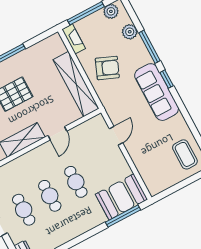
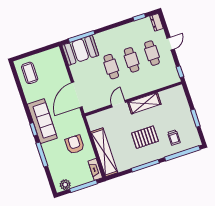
plant: (130, 32) -> (54, 168), removed
armchair: (107, 68) -> (75, 144), turned 68
shelving: (76, 84) -> (104, 152), moved
door: (116, 136) -> (77, 95), width x1.87

